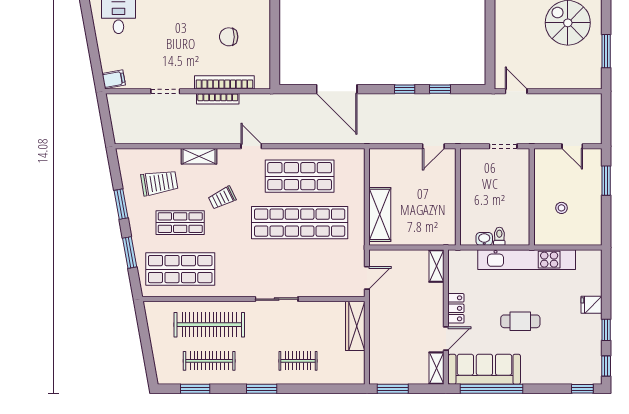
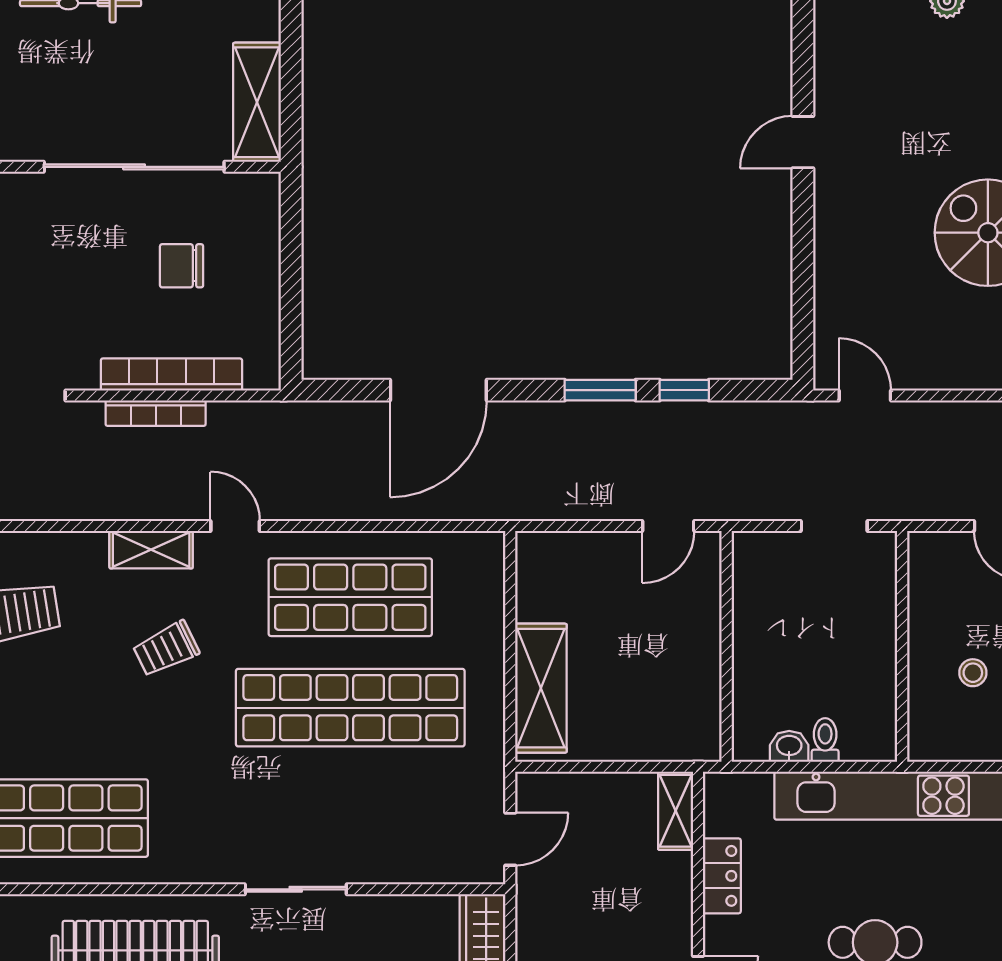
door: (337, 89) -> (438, 390), hinge flipped
window: (405, 89) -> (600, 390), width x1.50
shelving: (199, 156) -> (151, 550), moved
shop shelf: (180, 223) -> (66, 708), removed
locker: (456, 308) -> (722, 876), moved

